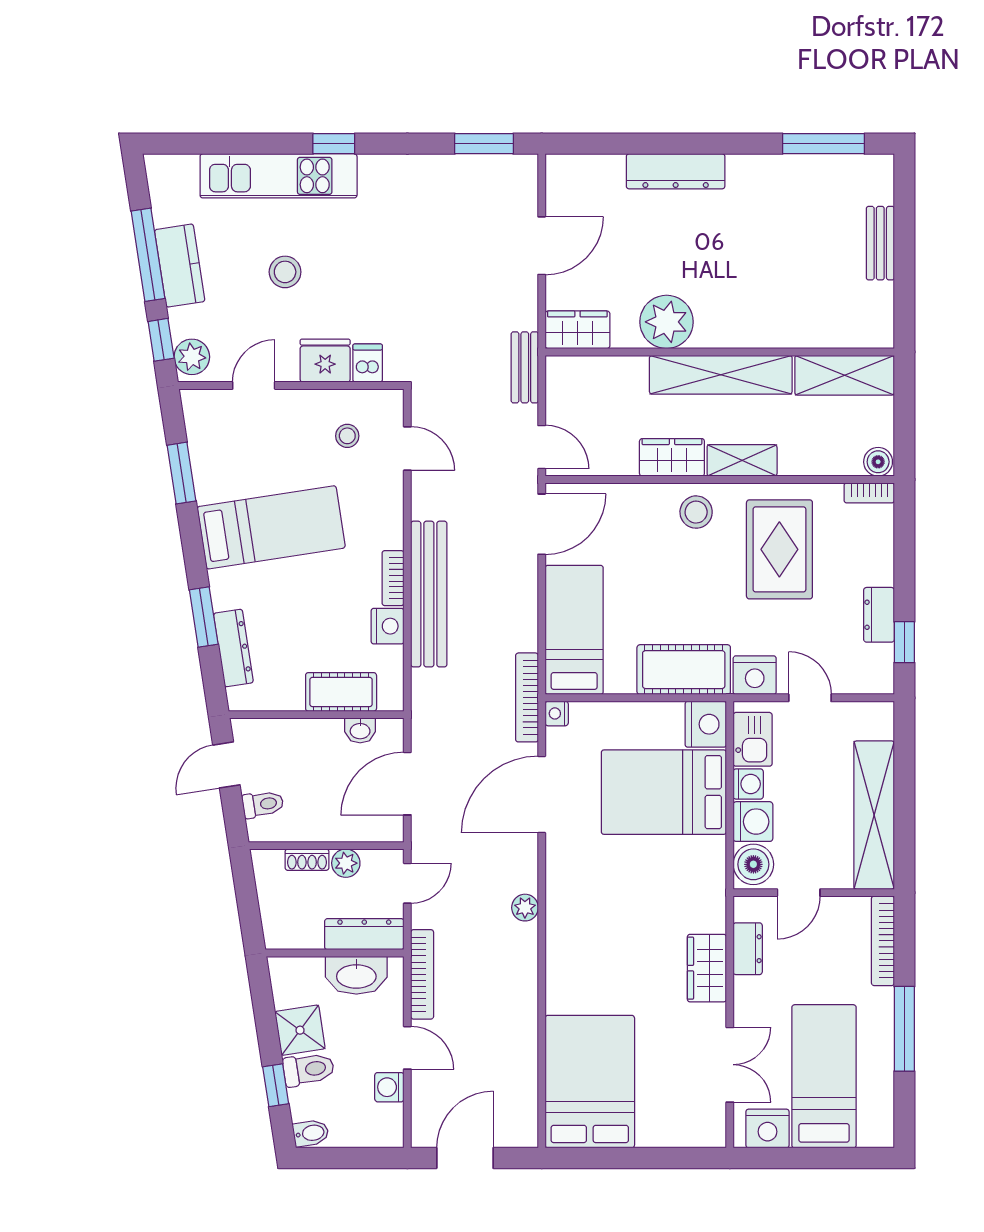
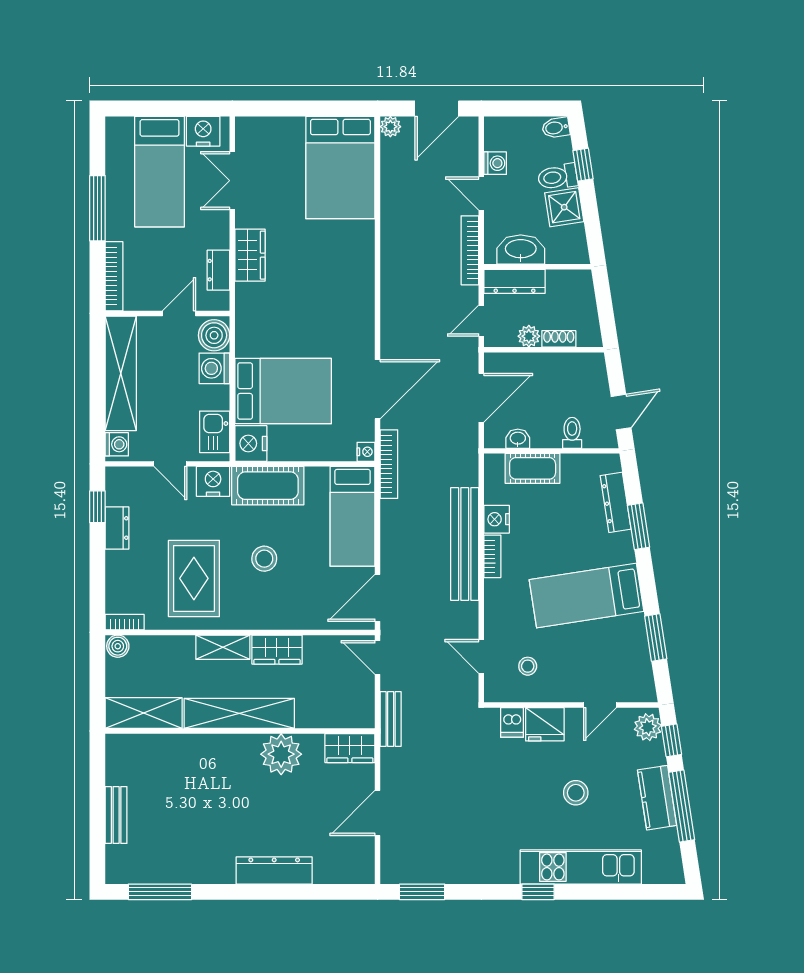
stool: (696, 512) -> (264, 559), moved
washing machine: (748, 784) -> (117, 444), moved, turned 180
toilet: (263, 804) -> (572, 433), moved, turned 99
plant: (525, 908) -> (390, 127), moved

